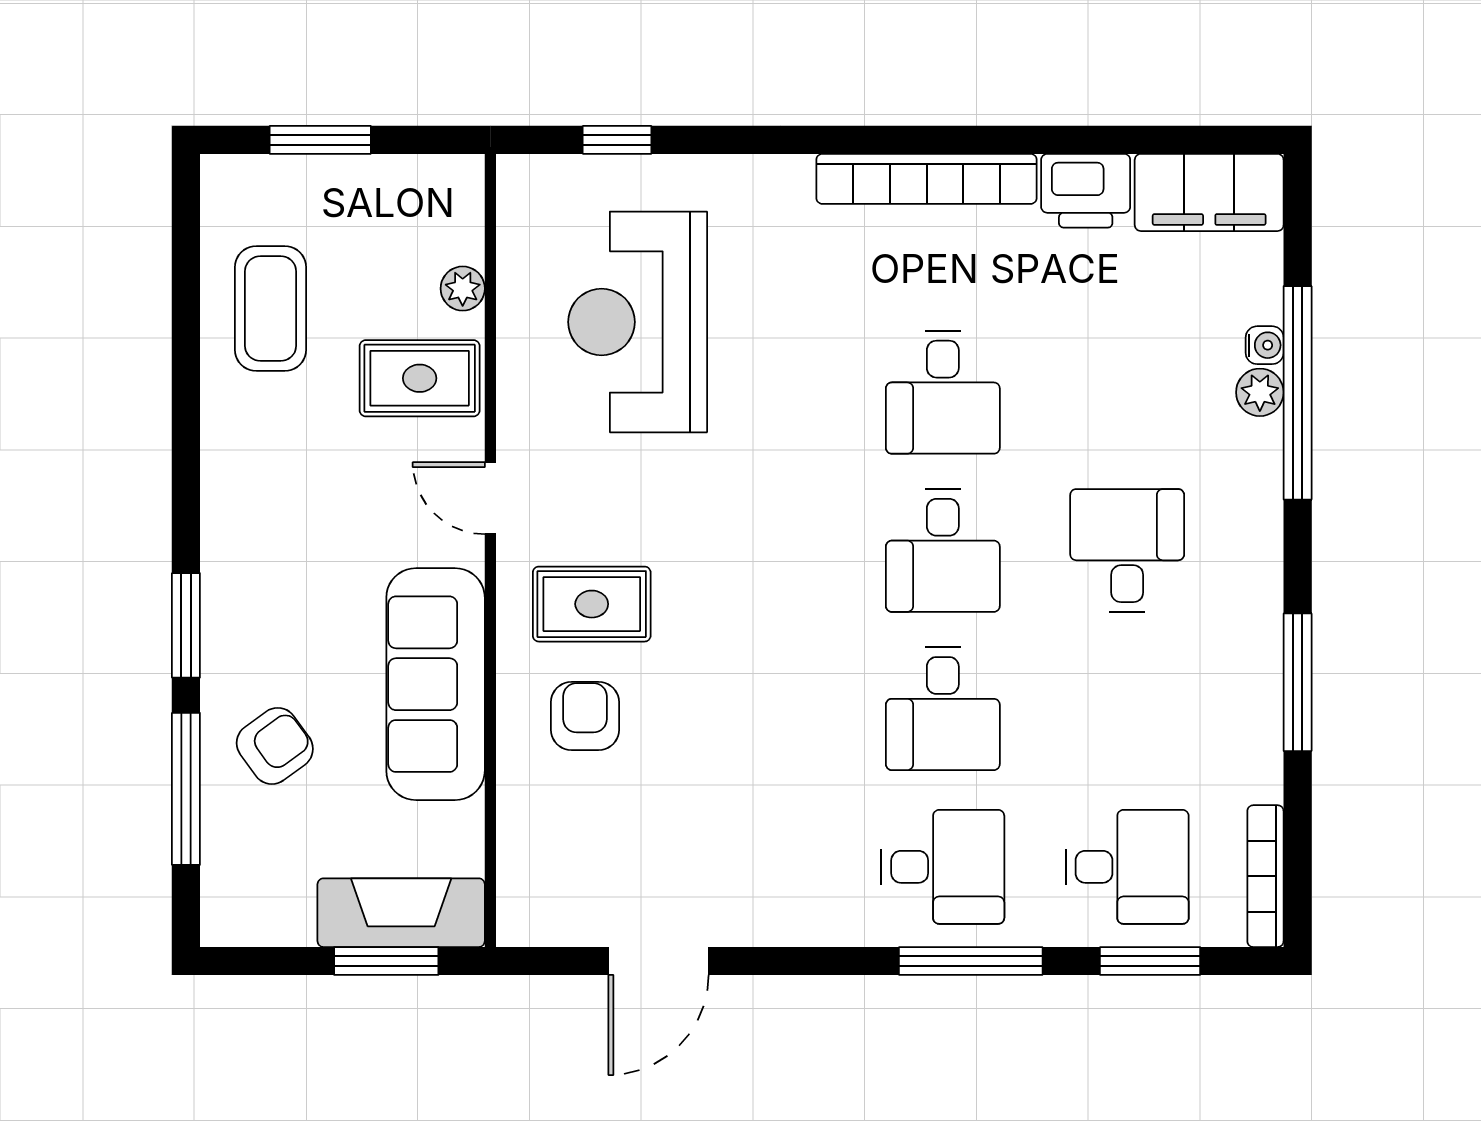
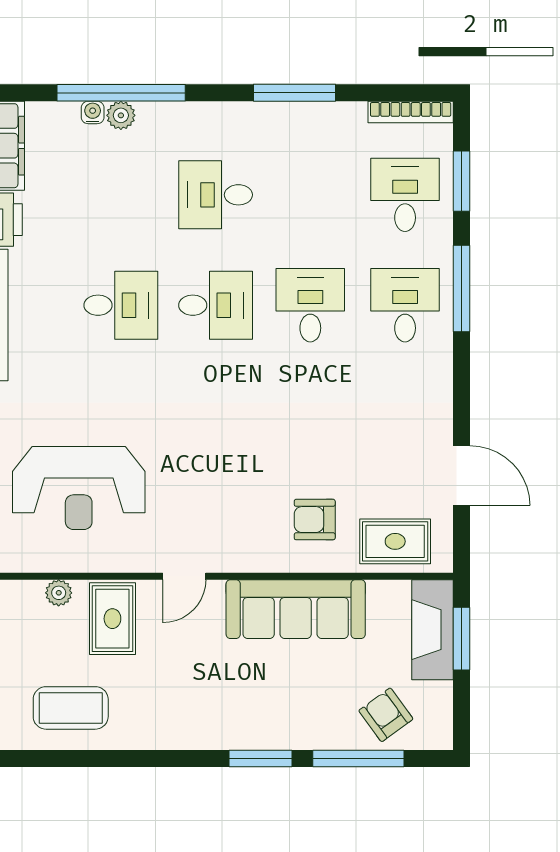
rug: (592, 604) -> (395, 541), moved, turned 90
desk: (943, 709) -> (310, 305), turned -90
armchair: (275, 746) -> (386, 715), moved

